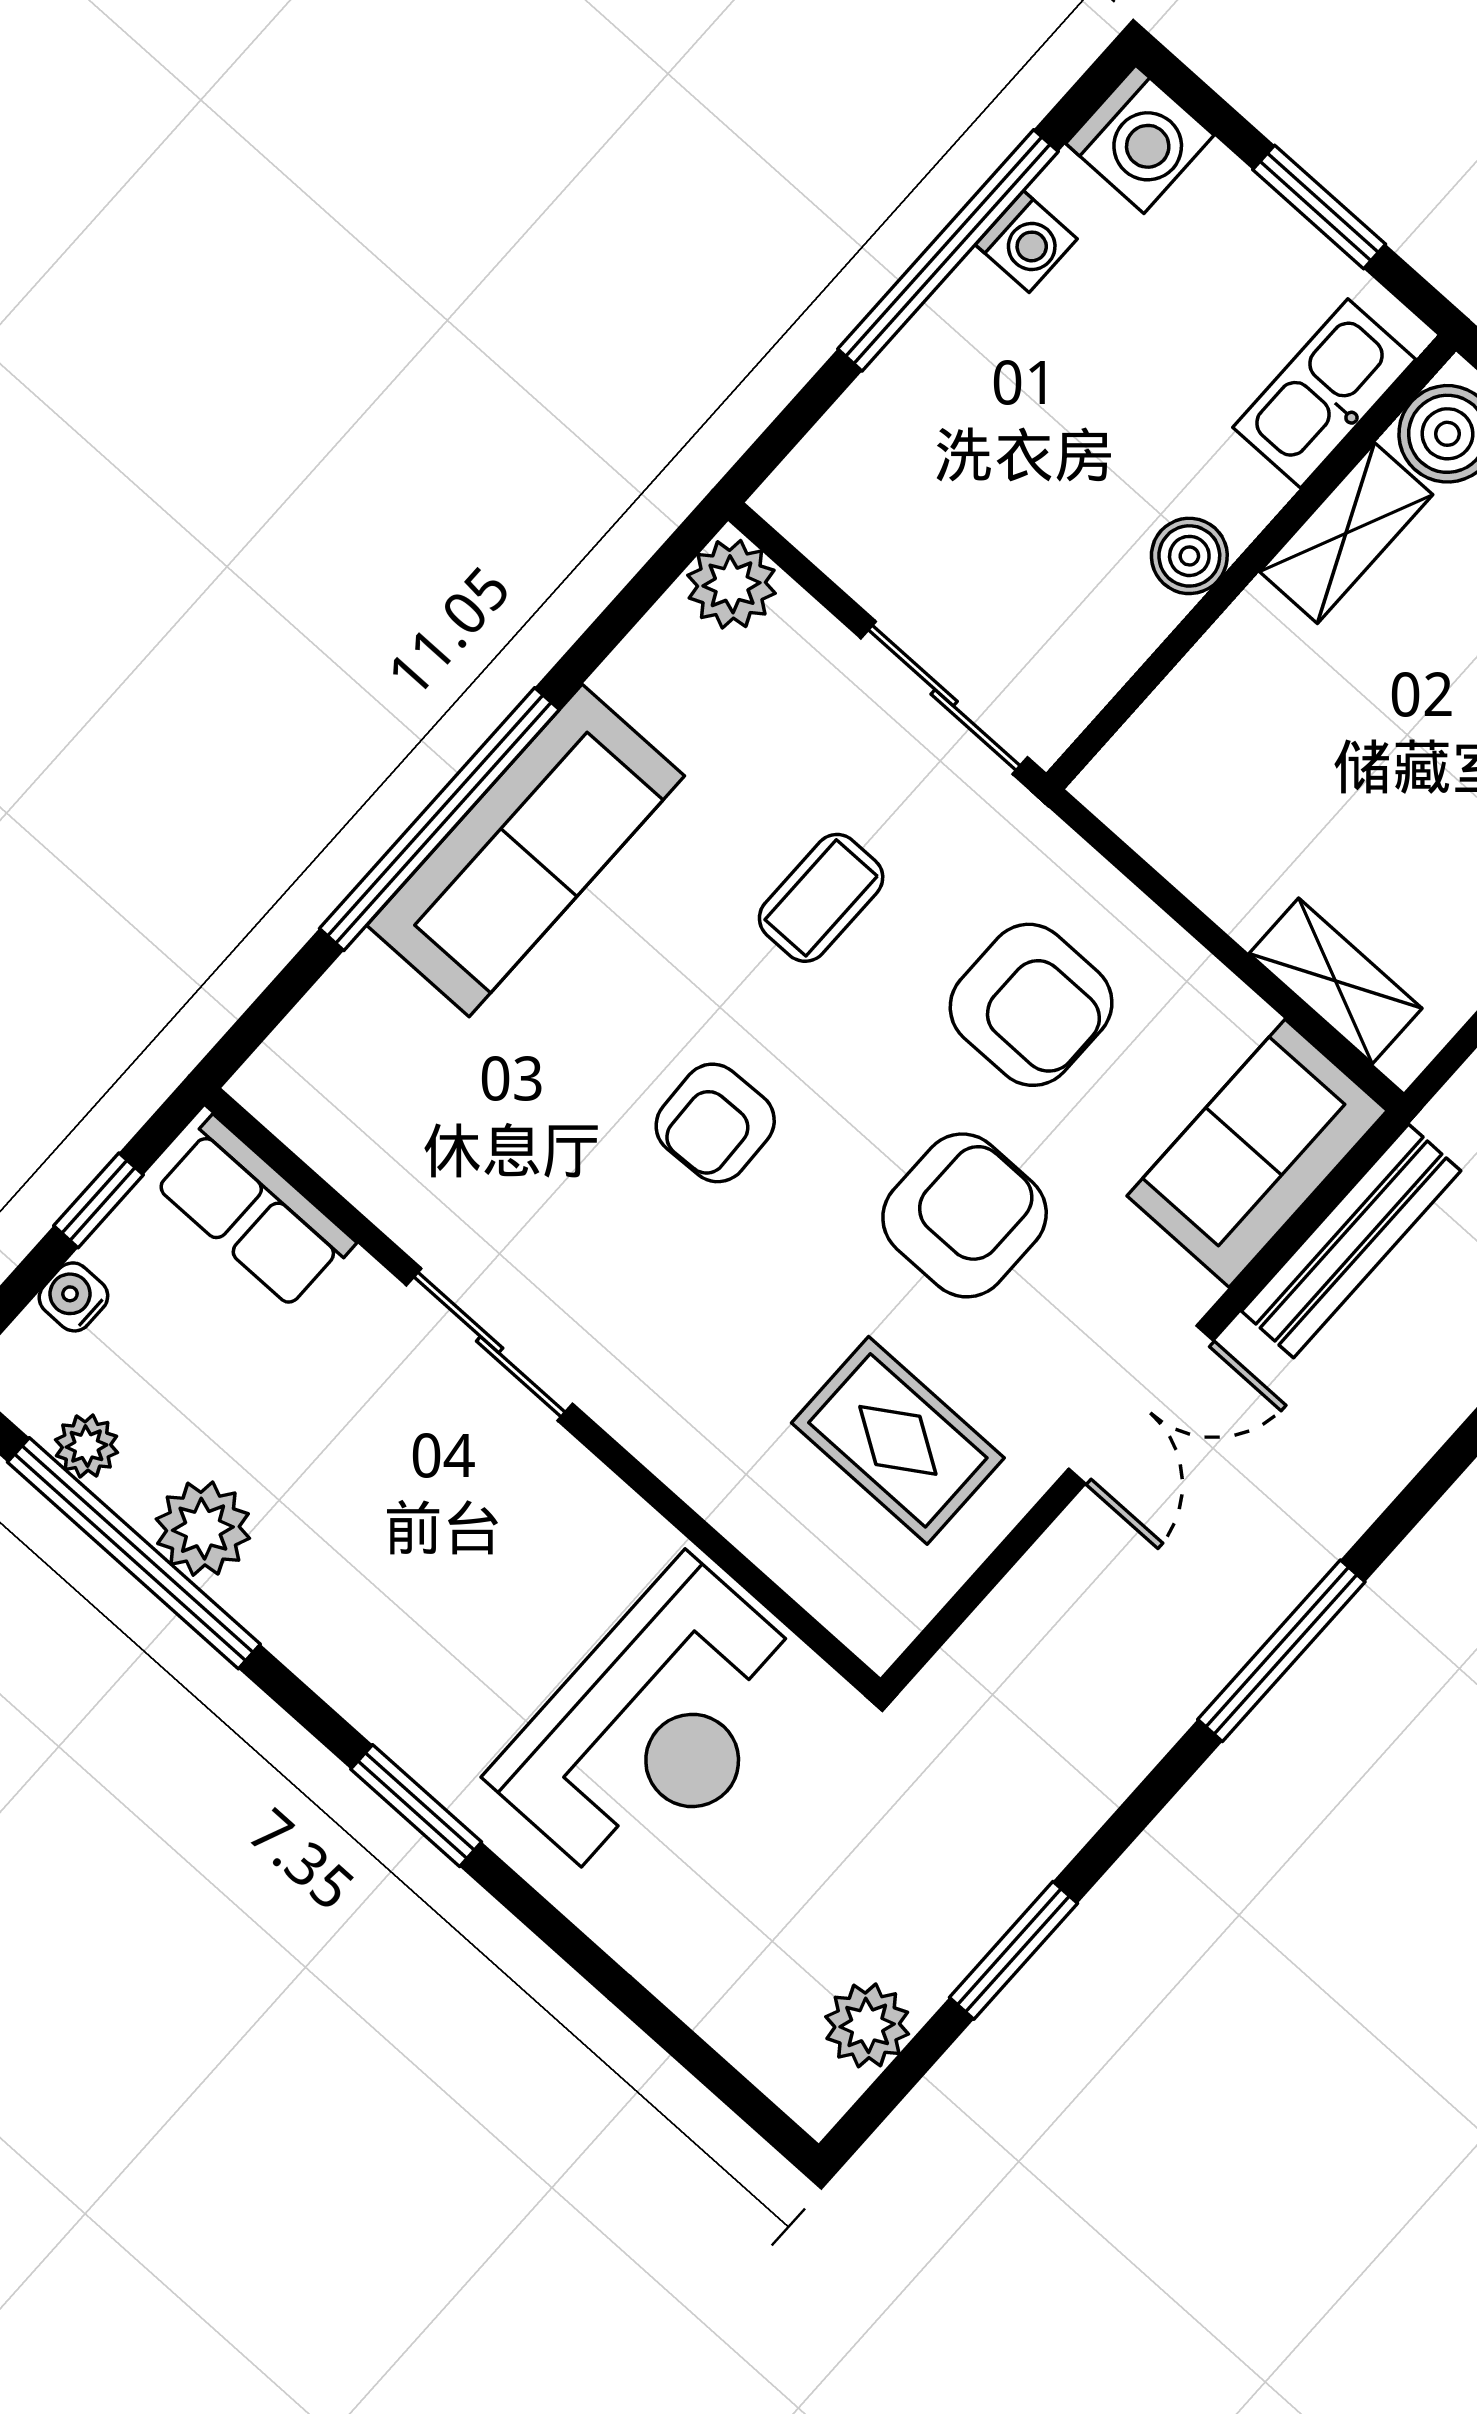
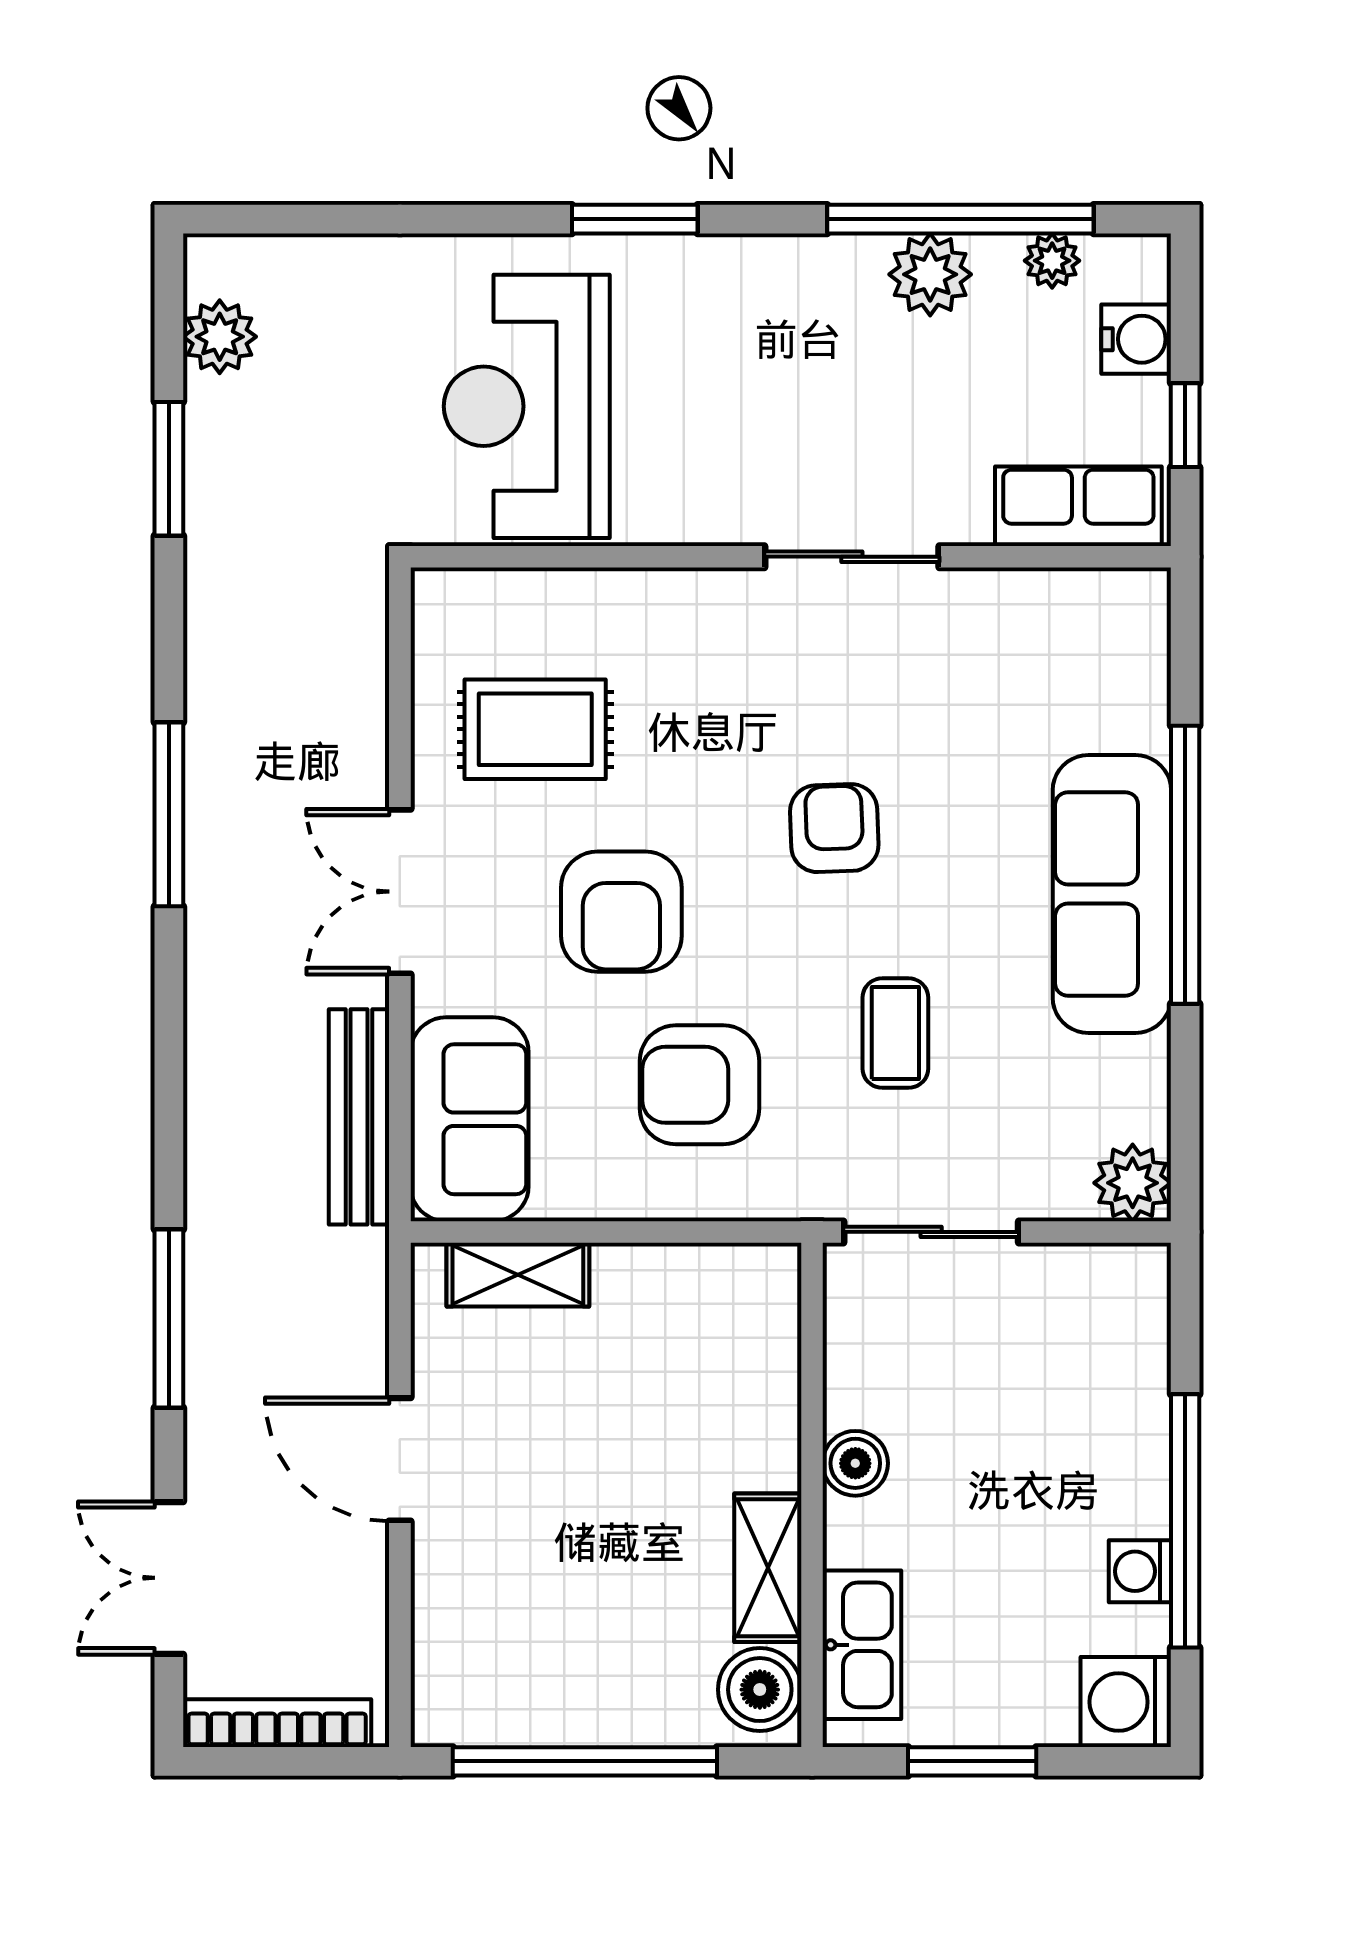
water cooler: (73, 1297) -> (1136, 339), width x1.38, depth x1.38

